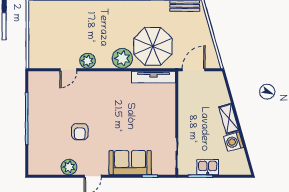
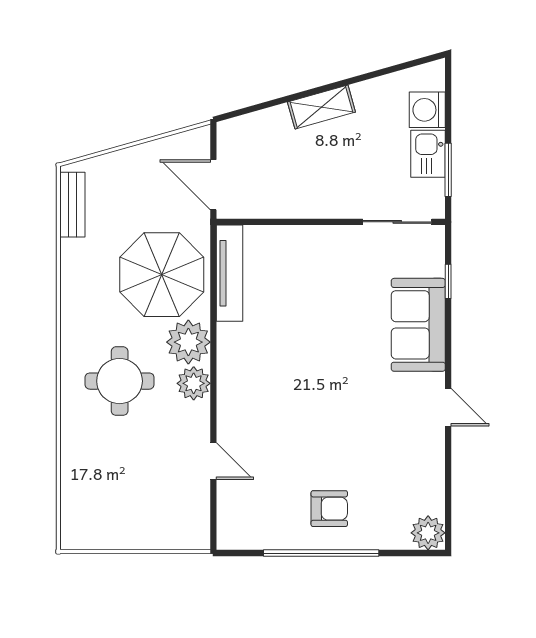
round table: (105, 27) -> (120, 381), added
plant: (88, 61) -> (194, 383), moved
armchair: (80, 132) -> (329, 509), moved
washing machine: (234, 142) -> (427, 110), moved, turned 106
plant: (69, 167) -> (428, 533), moved

